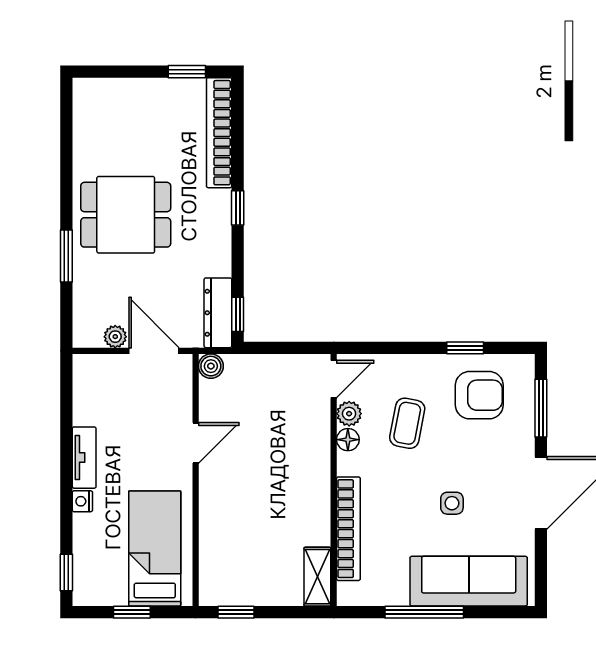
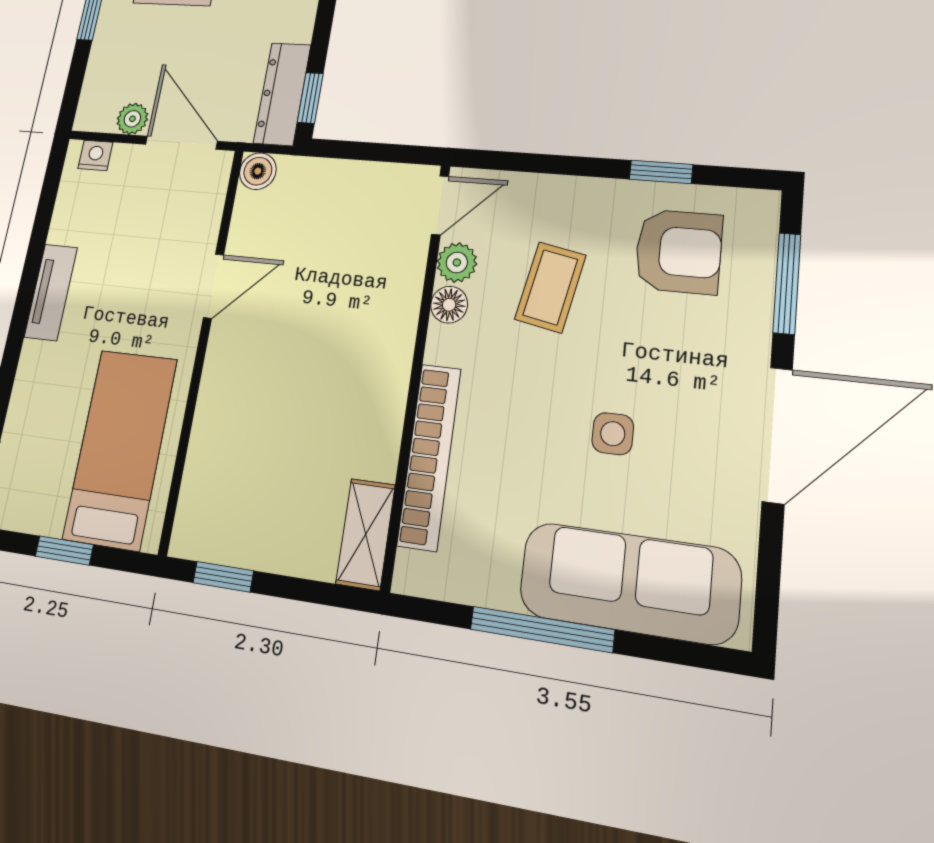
nightstand: (82, 501) -> (95, 155), moved, turned 90

